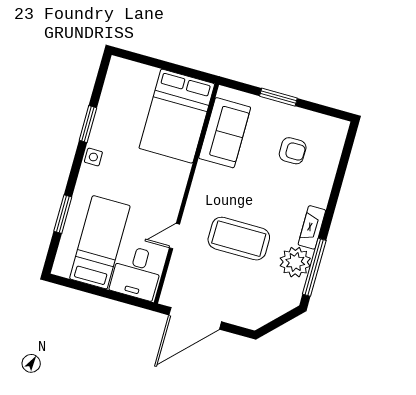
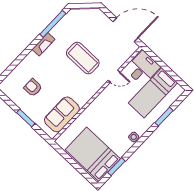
bed: (177, 116) -> (93, 154), moved, turned -90
window: (88, 124) -> (116, 167), moved
plant: (295, 262) -> (61, 31), removed

